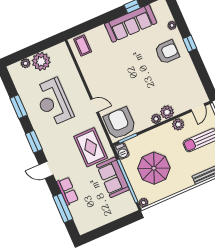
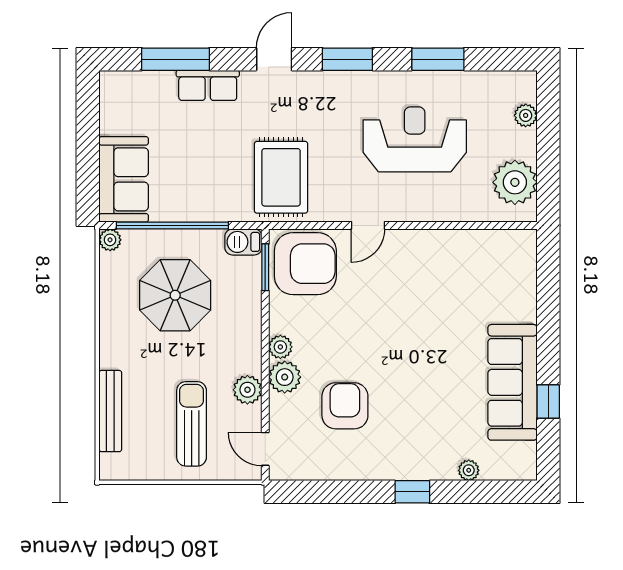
coffee table: (83, 46) -> (510, 257), removed
armchair: (167, 52) -> (345, 406), moved, turned 180
plant: (41, 61) -> (515, 182), moved
rug: (91, 147) -> (281, 177), turned 90
sofa: (113, 177) -> (124, 179), moved, turned 90

